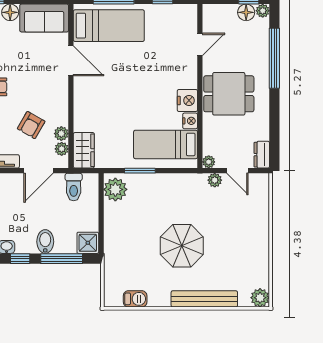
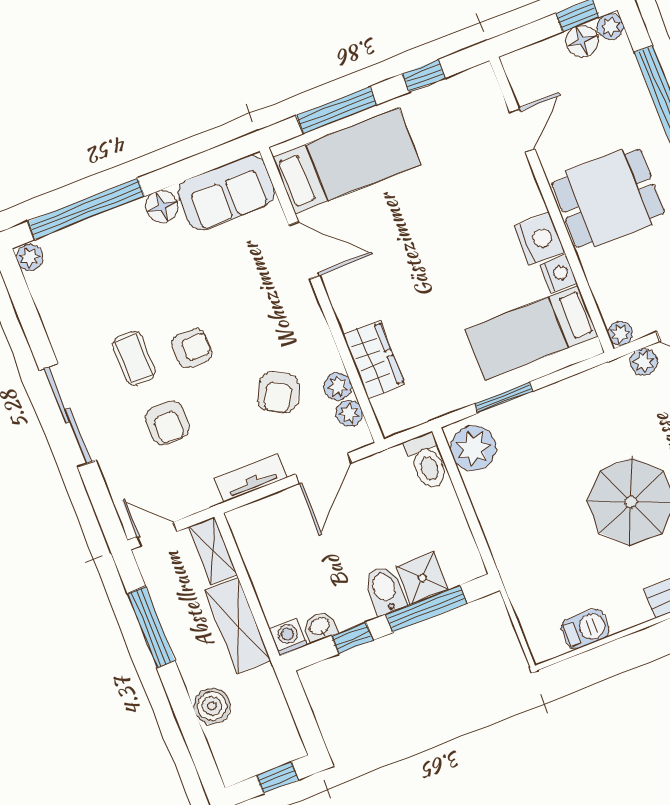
wardrobe: (84, 150) -> (374, 359), moved
toilet: (74, 187) -> (427, 461), moved
shower: (88, 243) -> (422, 578), moved

